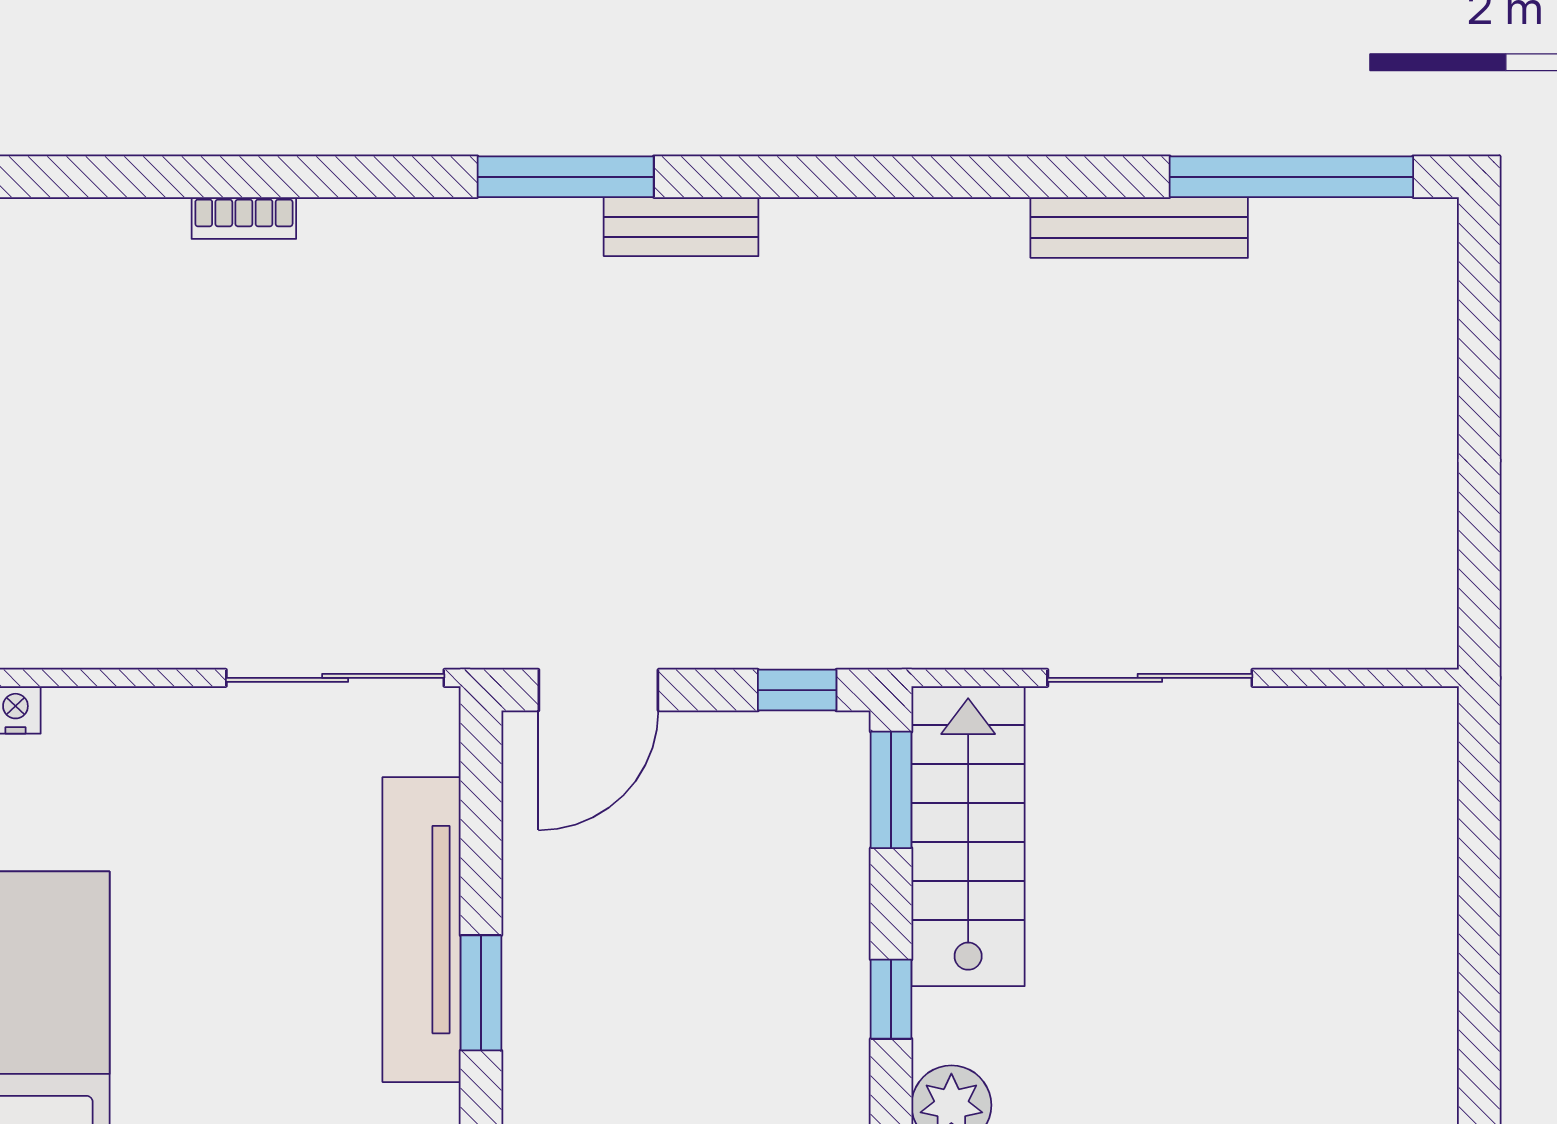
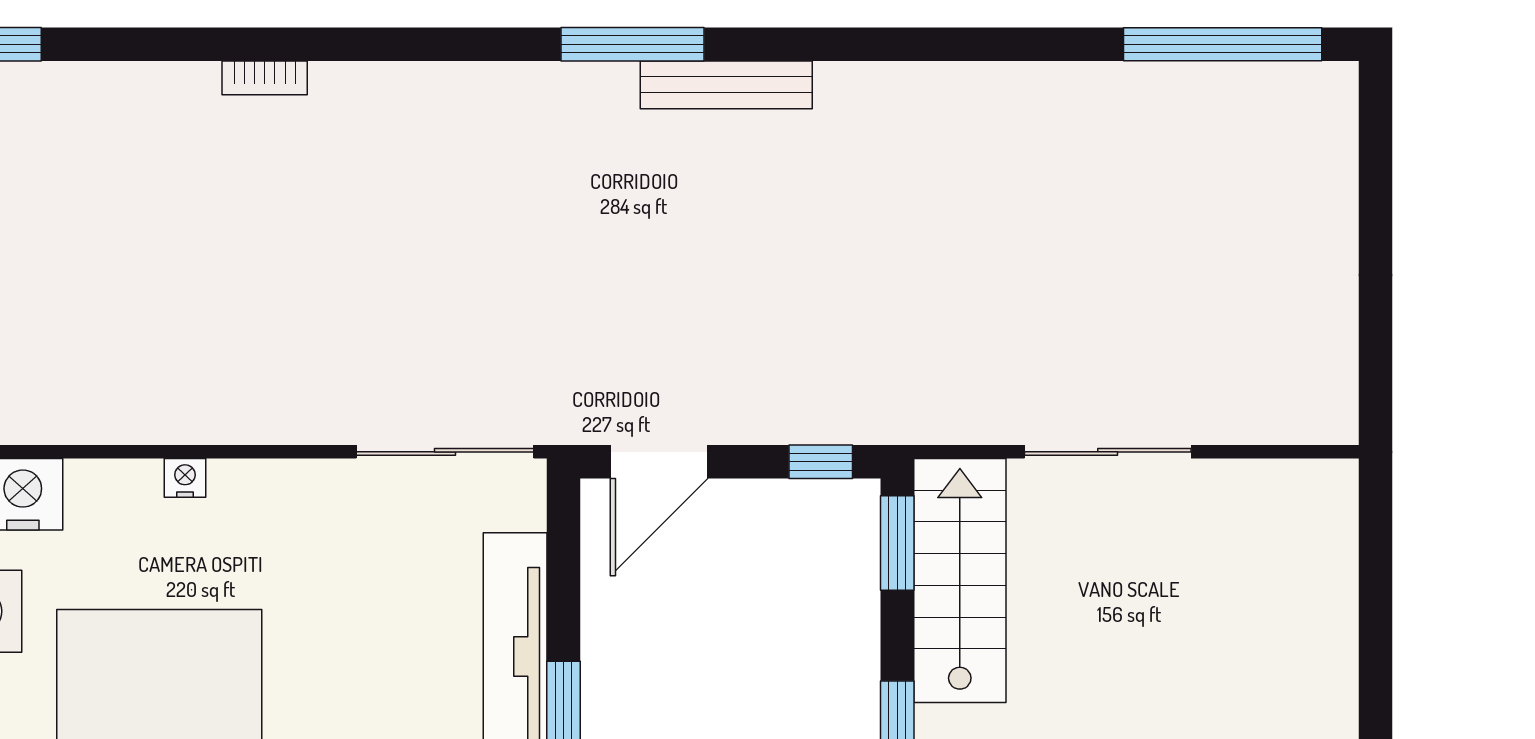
bookcase: (244, 218) -> (265, 78), moved
bench: (681, 227) -> (726, 85), width x1.36
bench: (1139, 228) -> (1099, 86), removed

